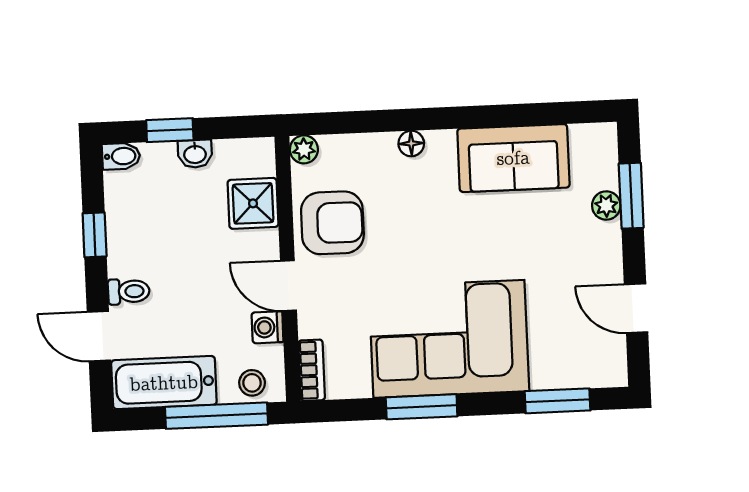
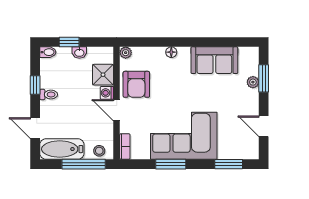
armchair: (332, 223) -> (136, 84), turned 90
toilet: (129, 291) -> (49, 94), moved
washing machine: (267, 327) -> (107, 93), moved

